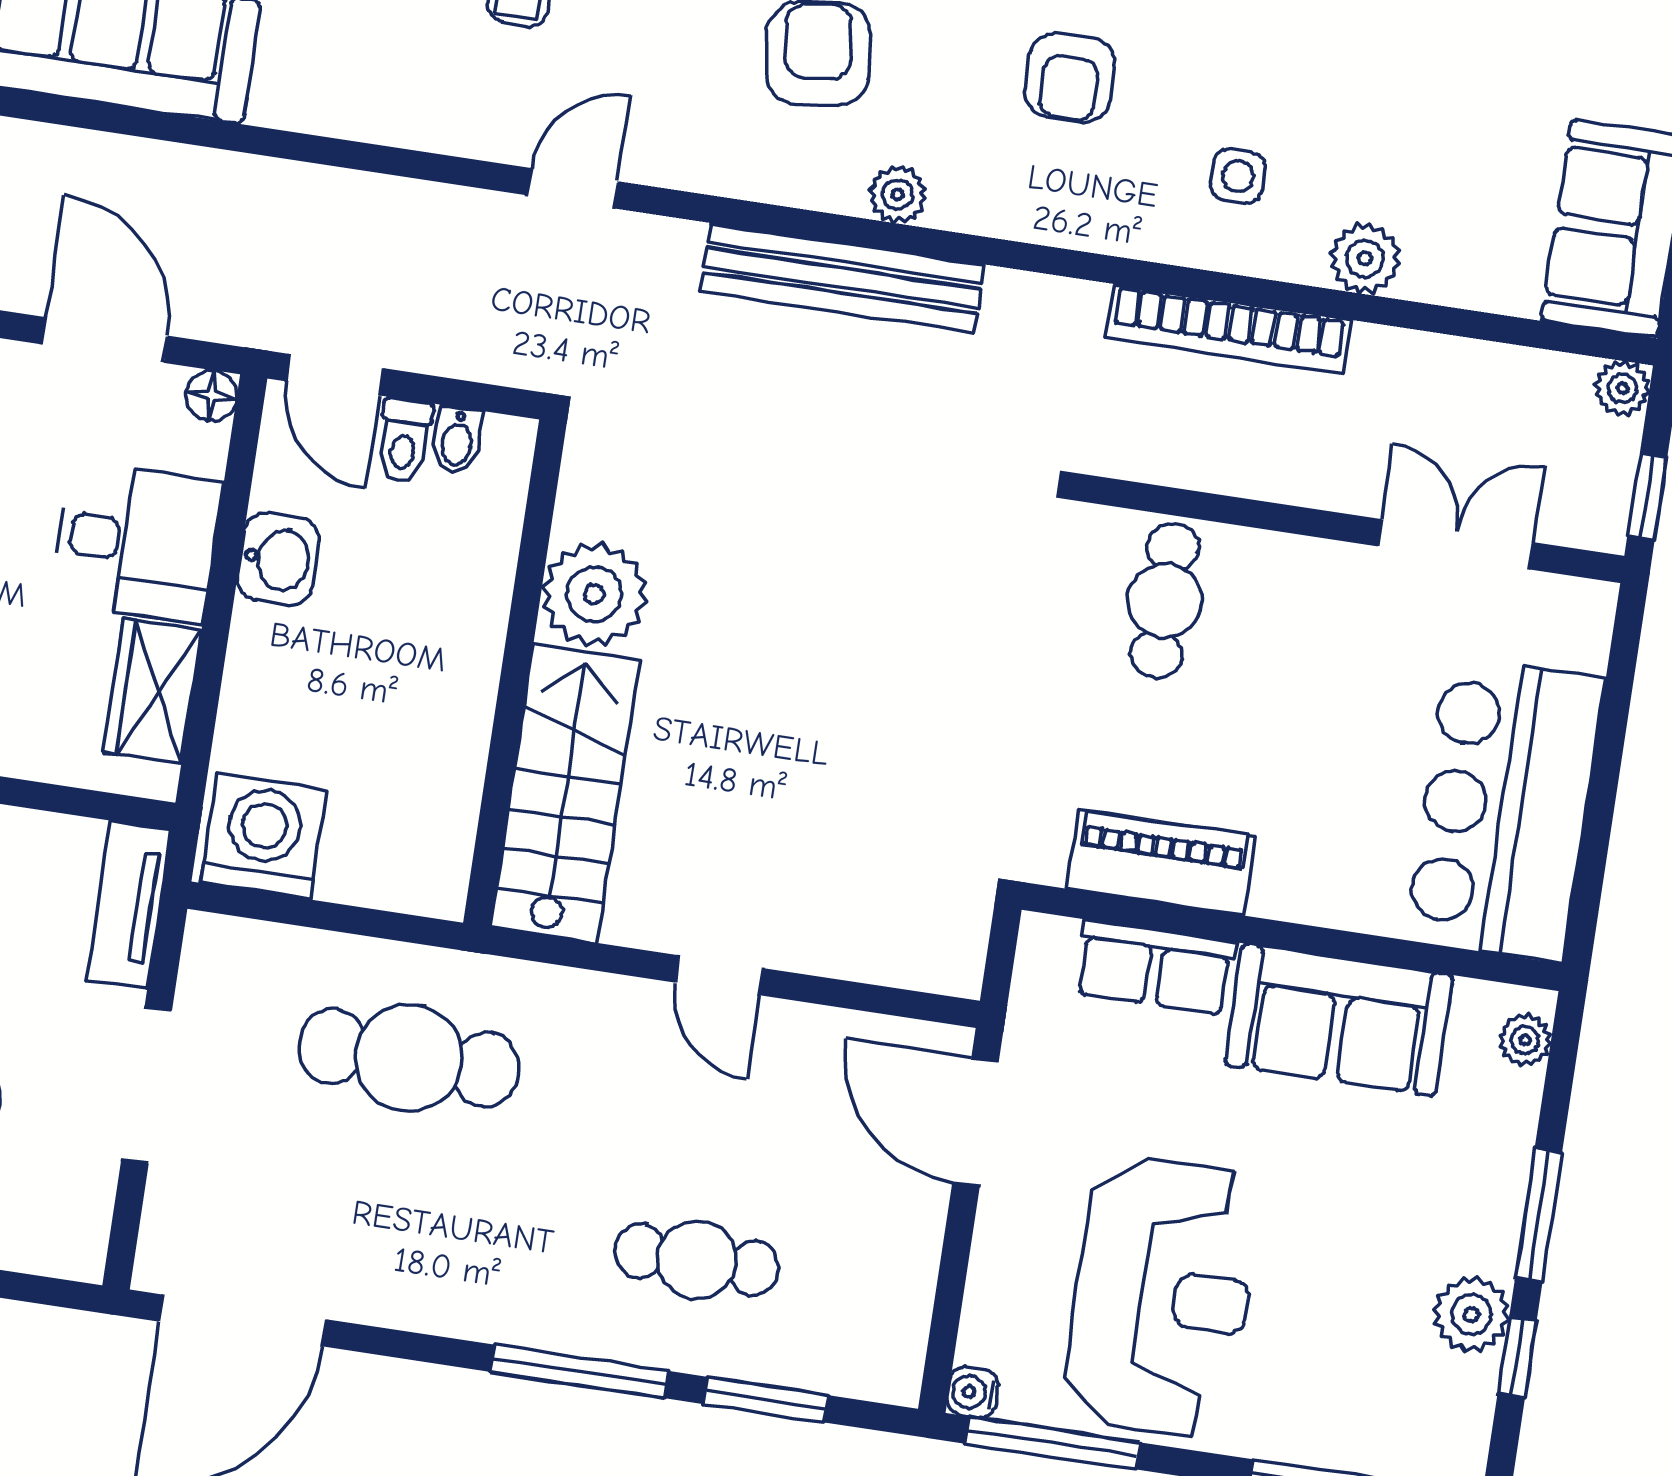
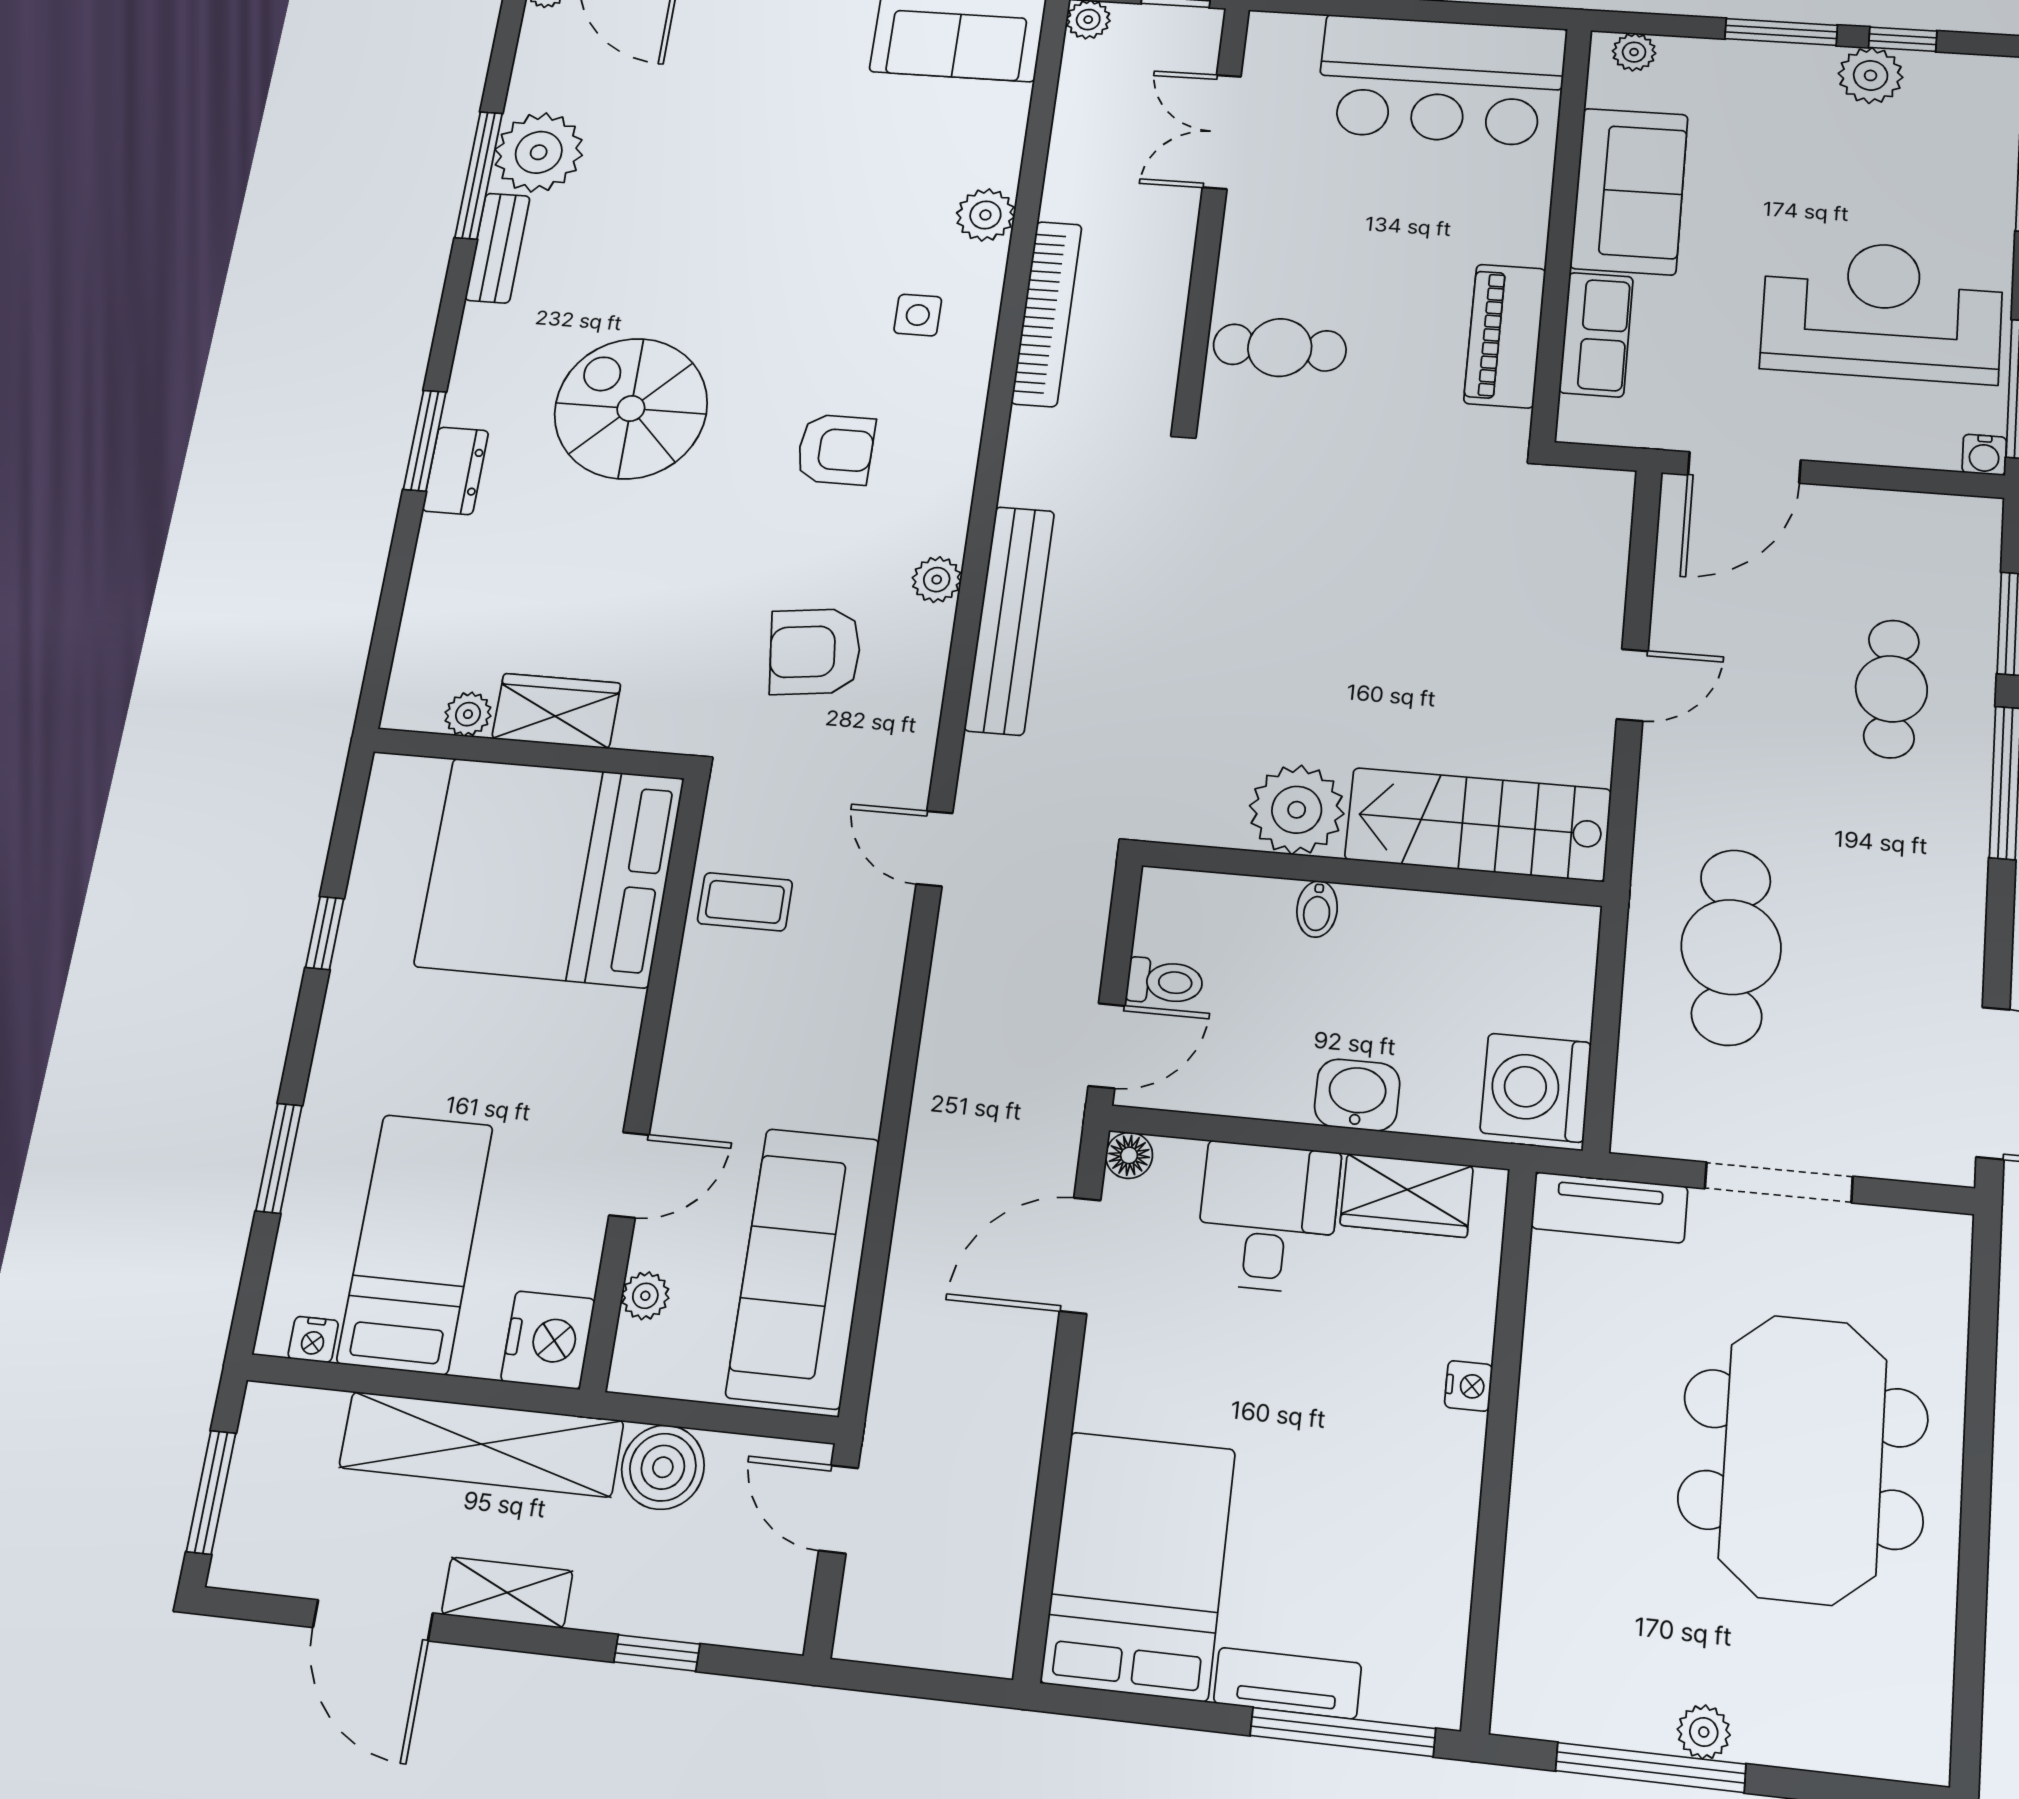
bidet: (457, 440) -> (1317, 909), moved, turned 90
washbasin: (278, 559) -> (1357, 1095), moved

